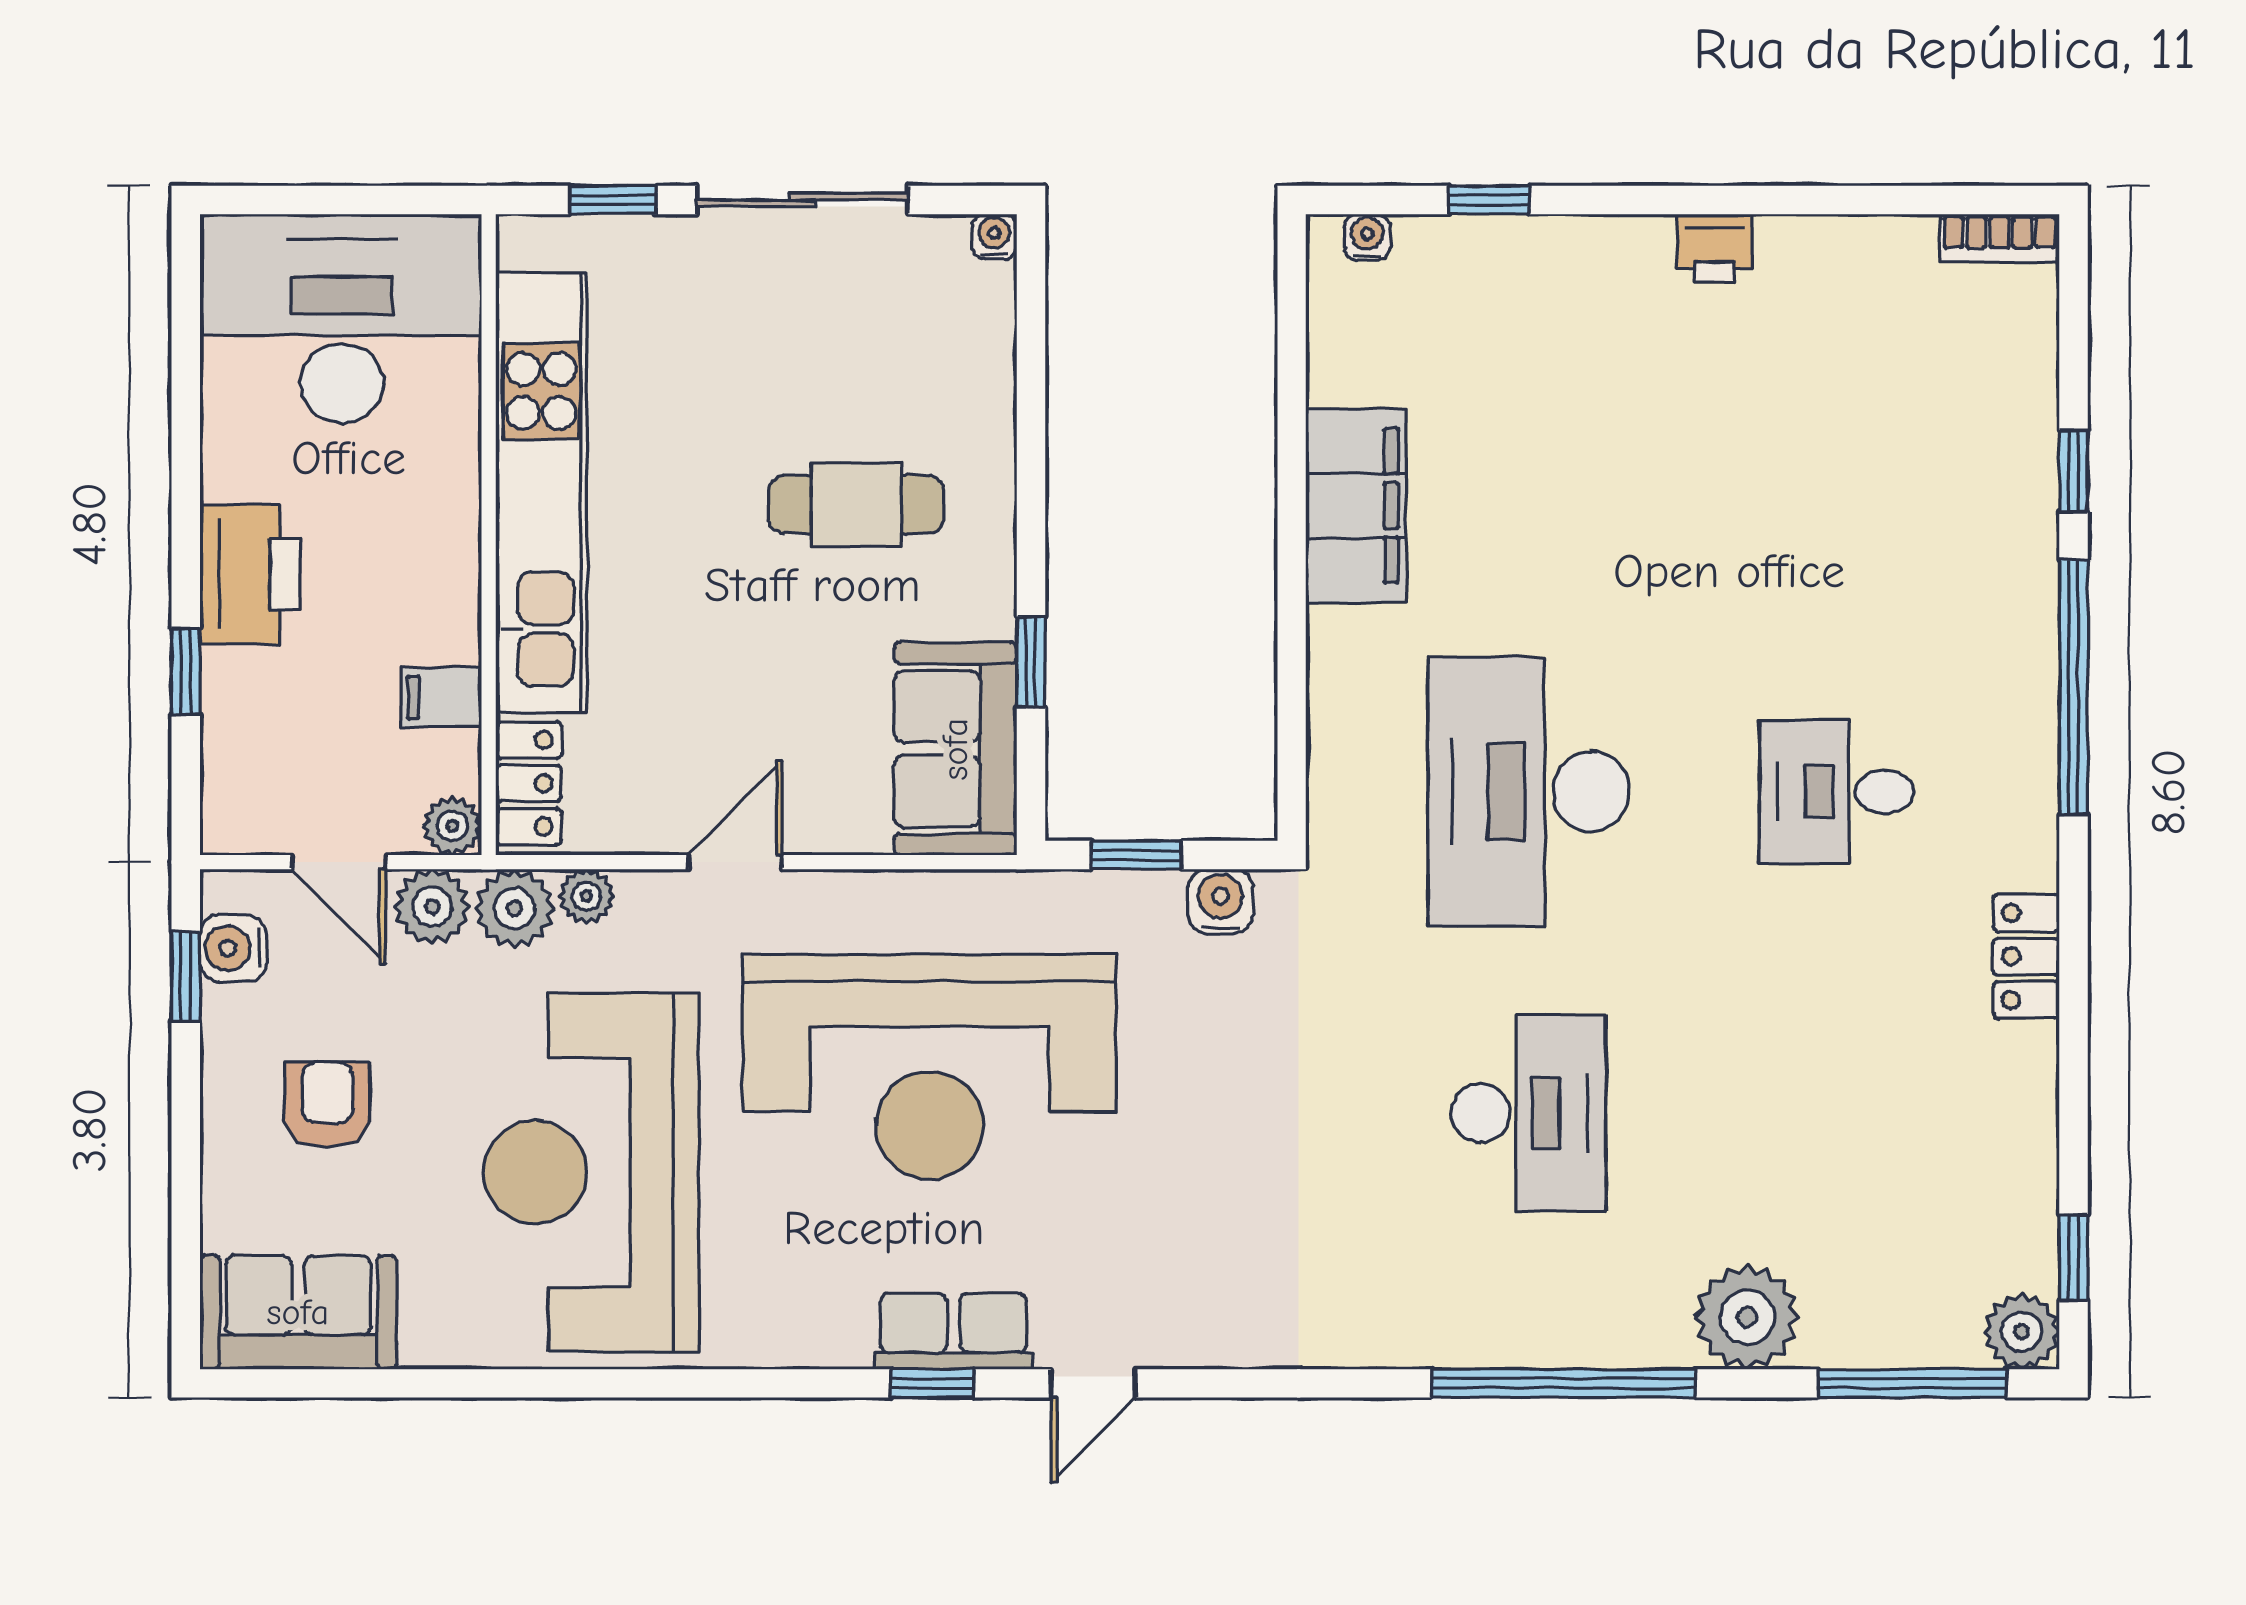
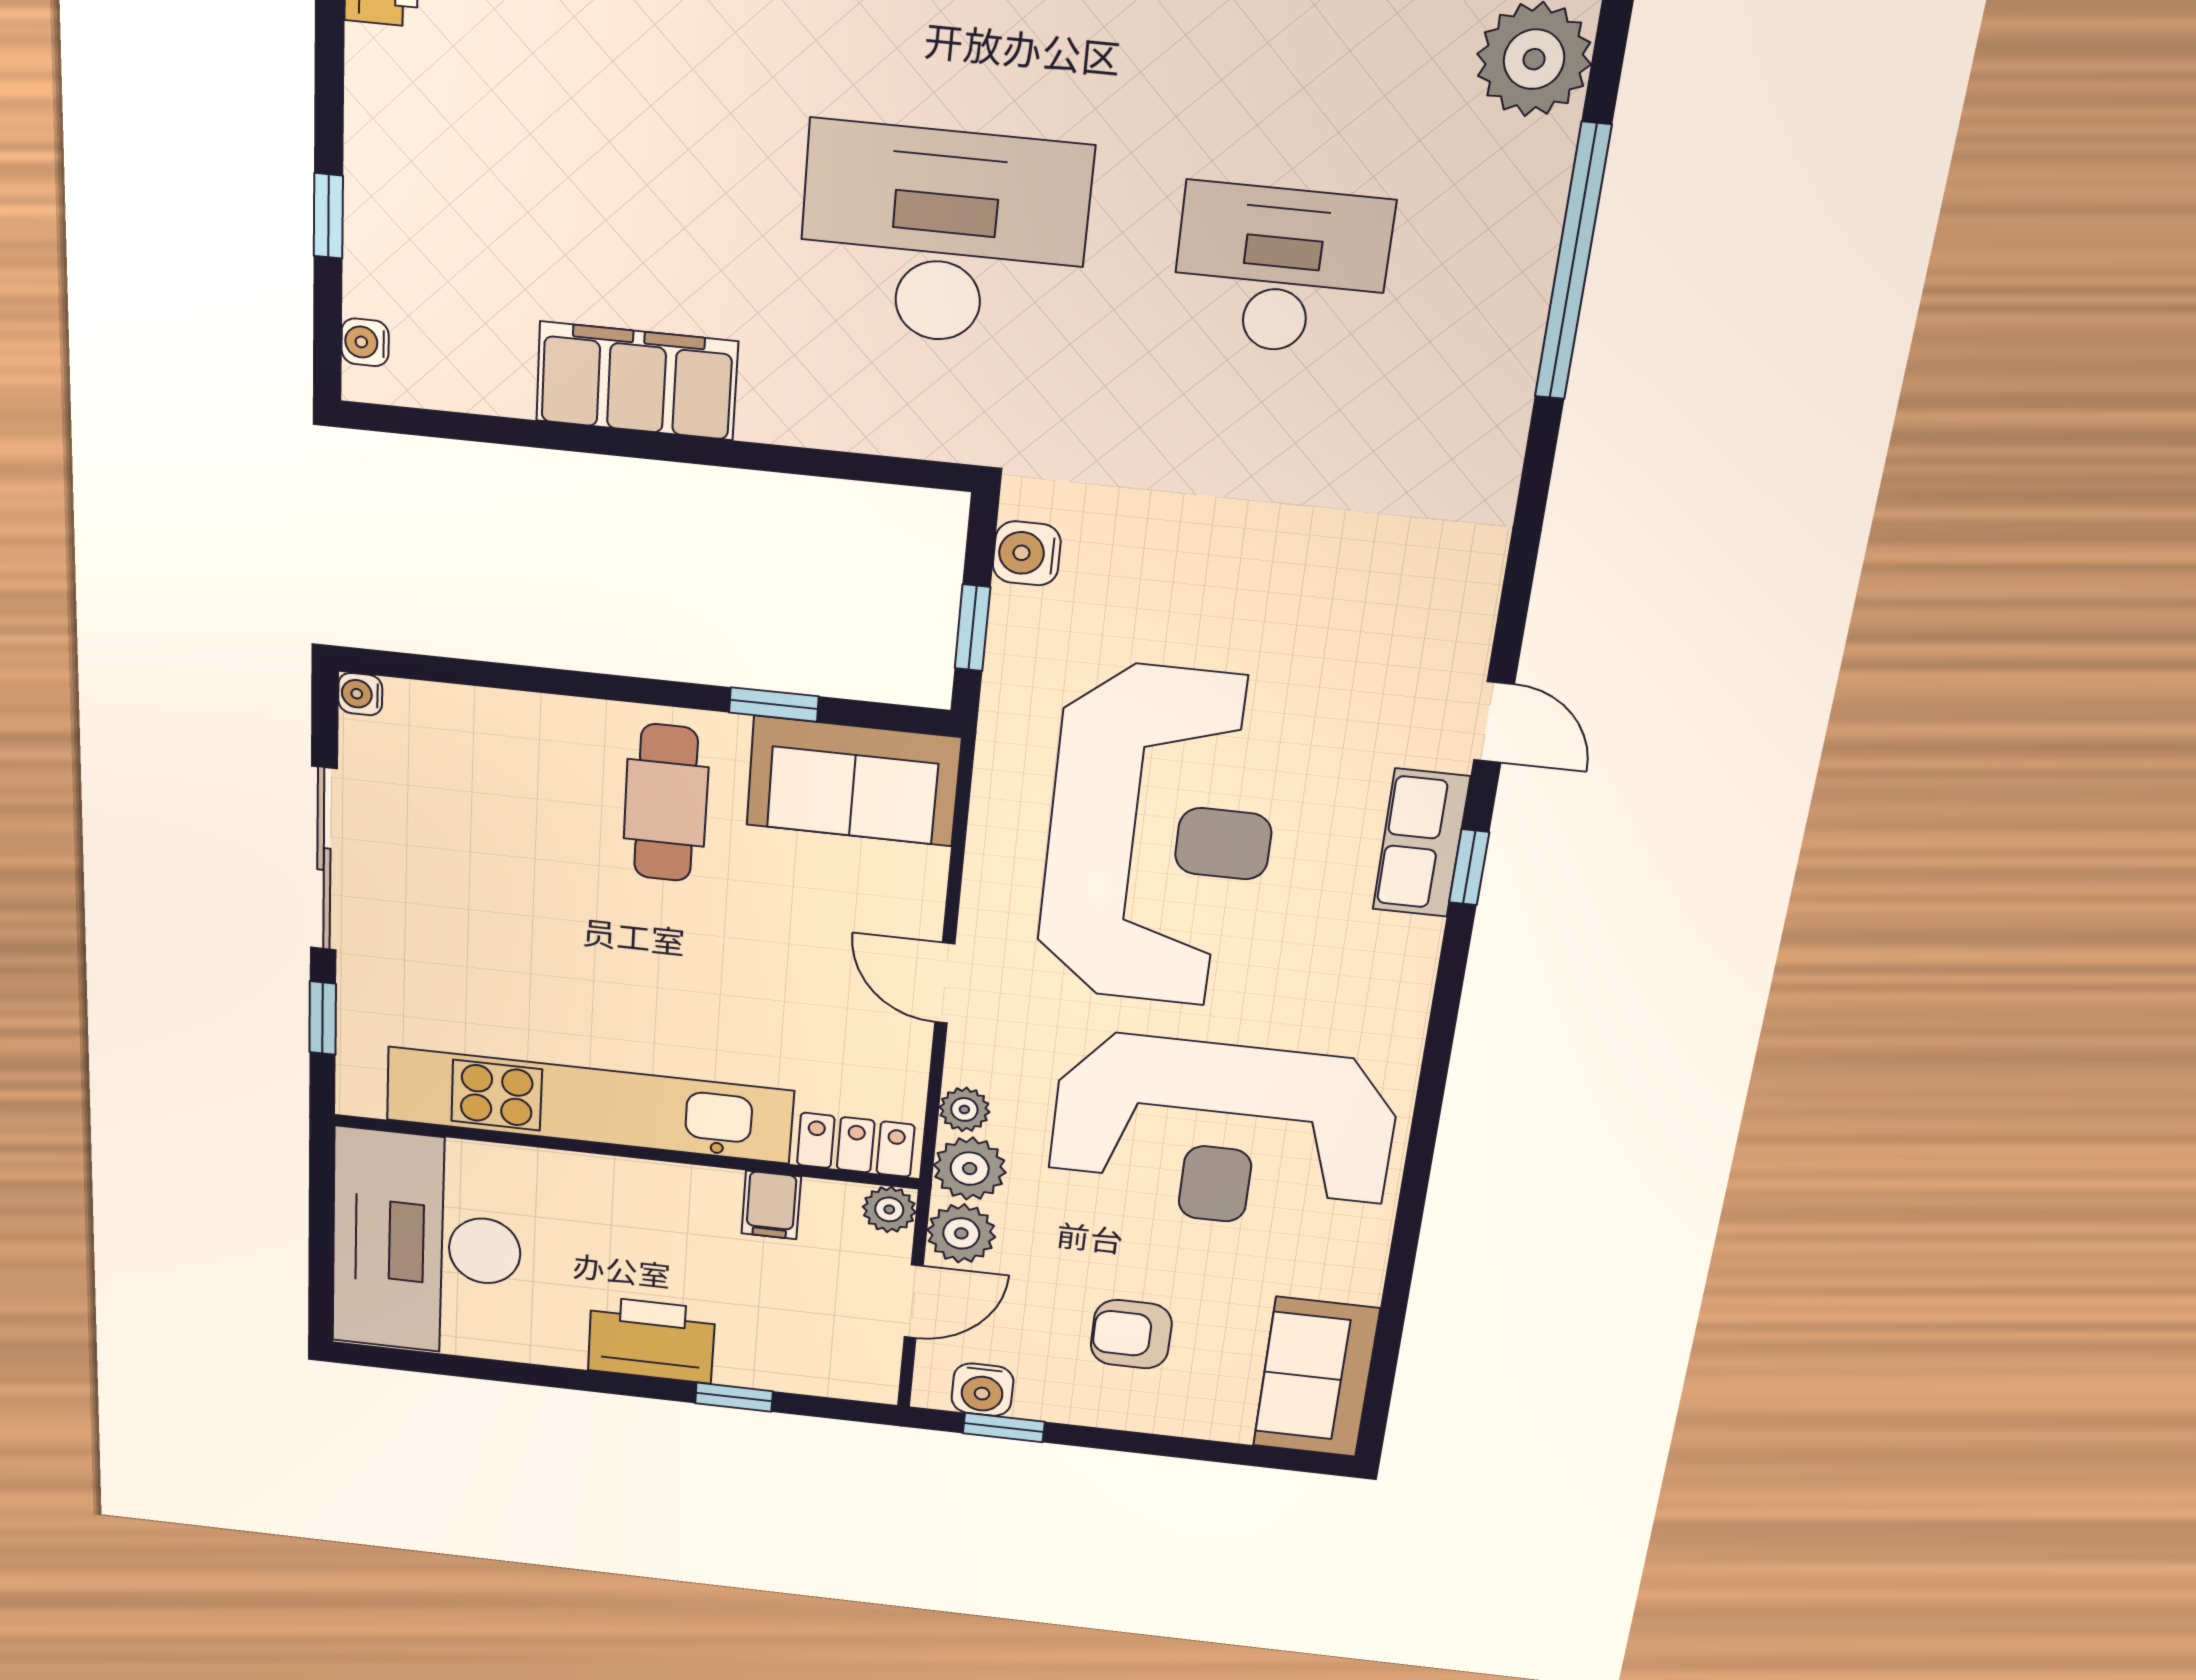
cafe table: (856, 504) -> (666, 803), moved
desk: (1529, 792) -> (943, 236), turned 180

